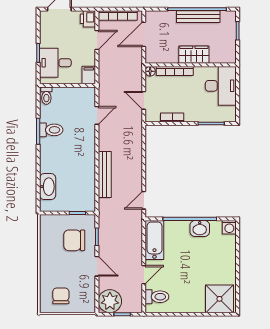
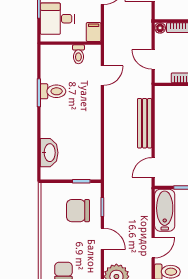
toilet: (46, 96) -> (78, 54), moved
bench: (105, 175) -> (145, 123), moved

